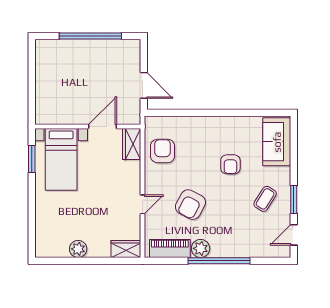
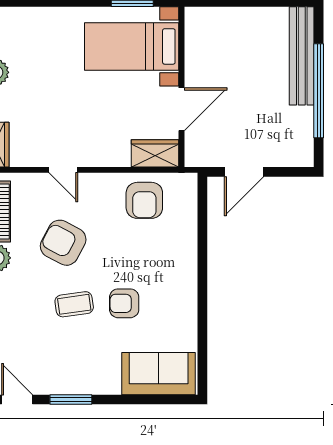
bench: (67, 47) -> (302, 56), added
door: (102, 126) -> (182, 109), hinge flipped
armchair: (163, 151) -> (144, 200), turned 90
coffee table: (265, 199) -> (74, 304), moved, turned -40

